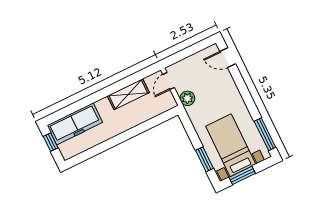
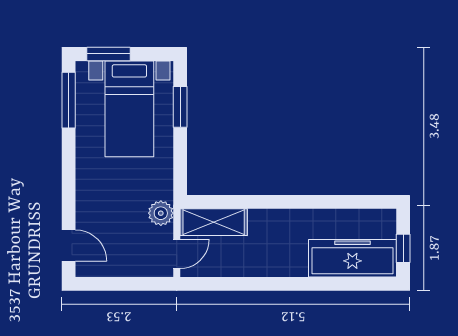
shelving: (128, 94) -> (214, 222), moved
window: (242, 175) -> (108, 54), moved

